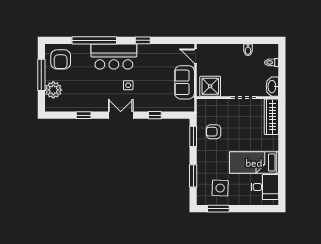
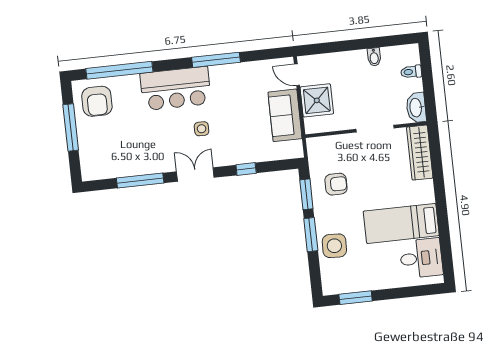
window: (94, 40) -> (119, 70), moved
window: (143, 40) -> (216, 60), width x2.17
shower: (210, 86) -> (317, 100), moved
plant: (53, 90) -> (91, 148), removed
window: (84, 115) -> (140, 181), width x2.17
armchair: (213, 132) -> (336, 184), turned 180
window: (193, 176) -> (311, 235), moved
side table: (220, 188) -> (334, 246), moved

